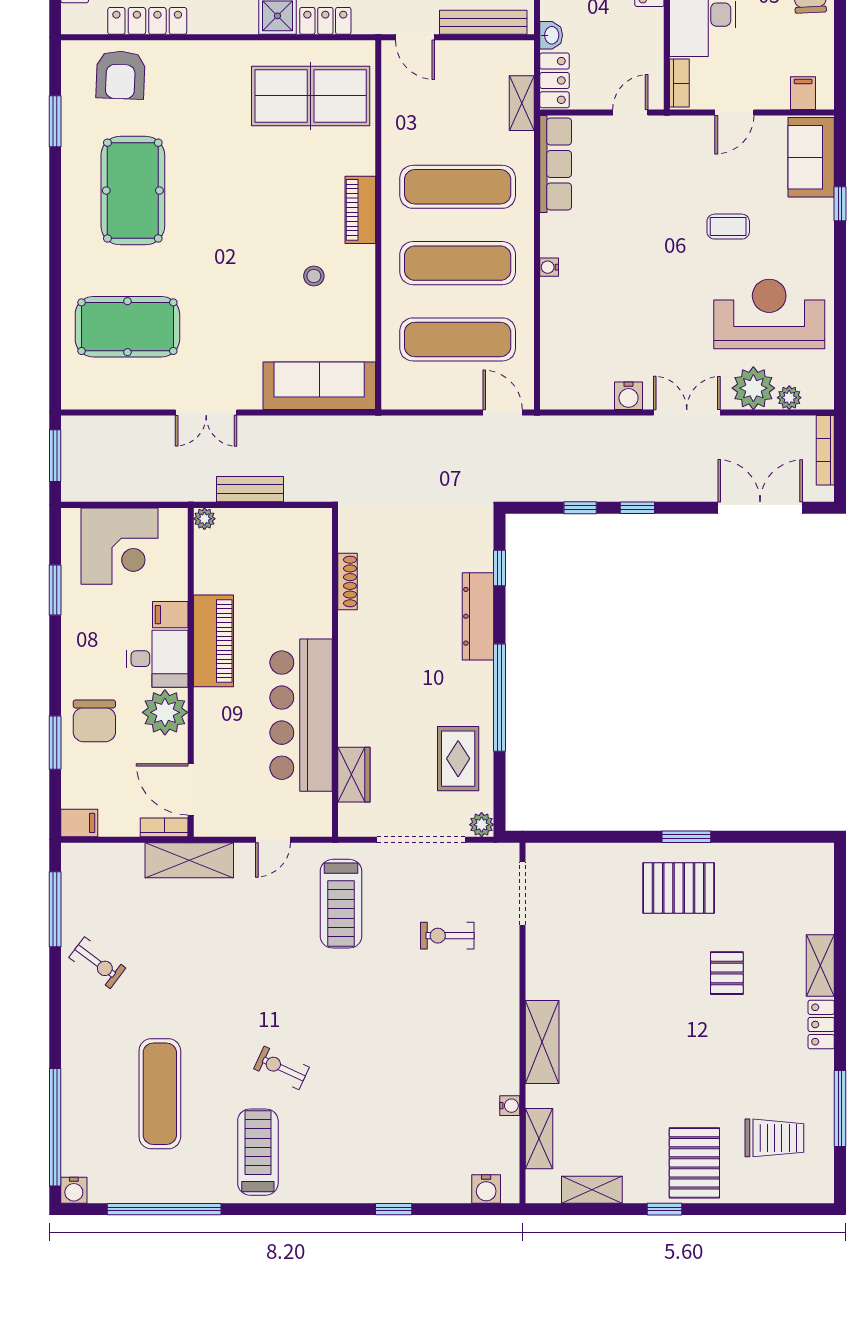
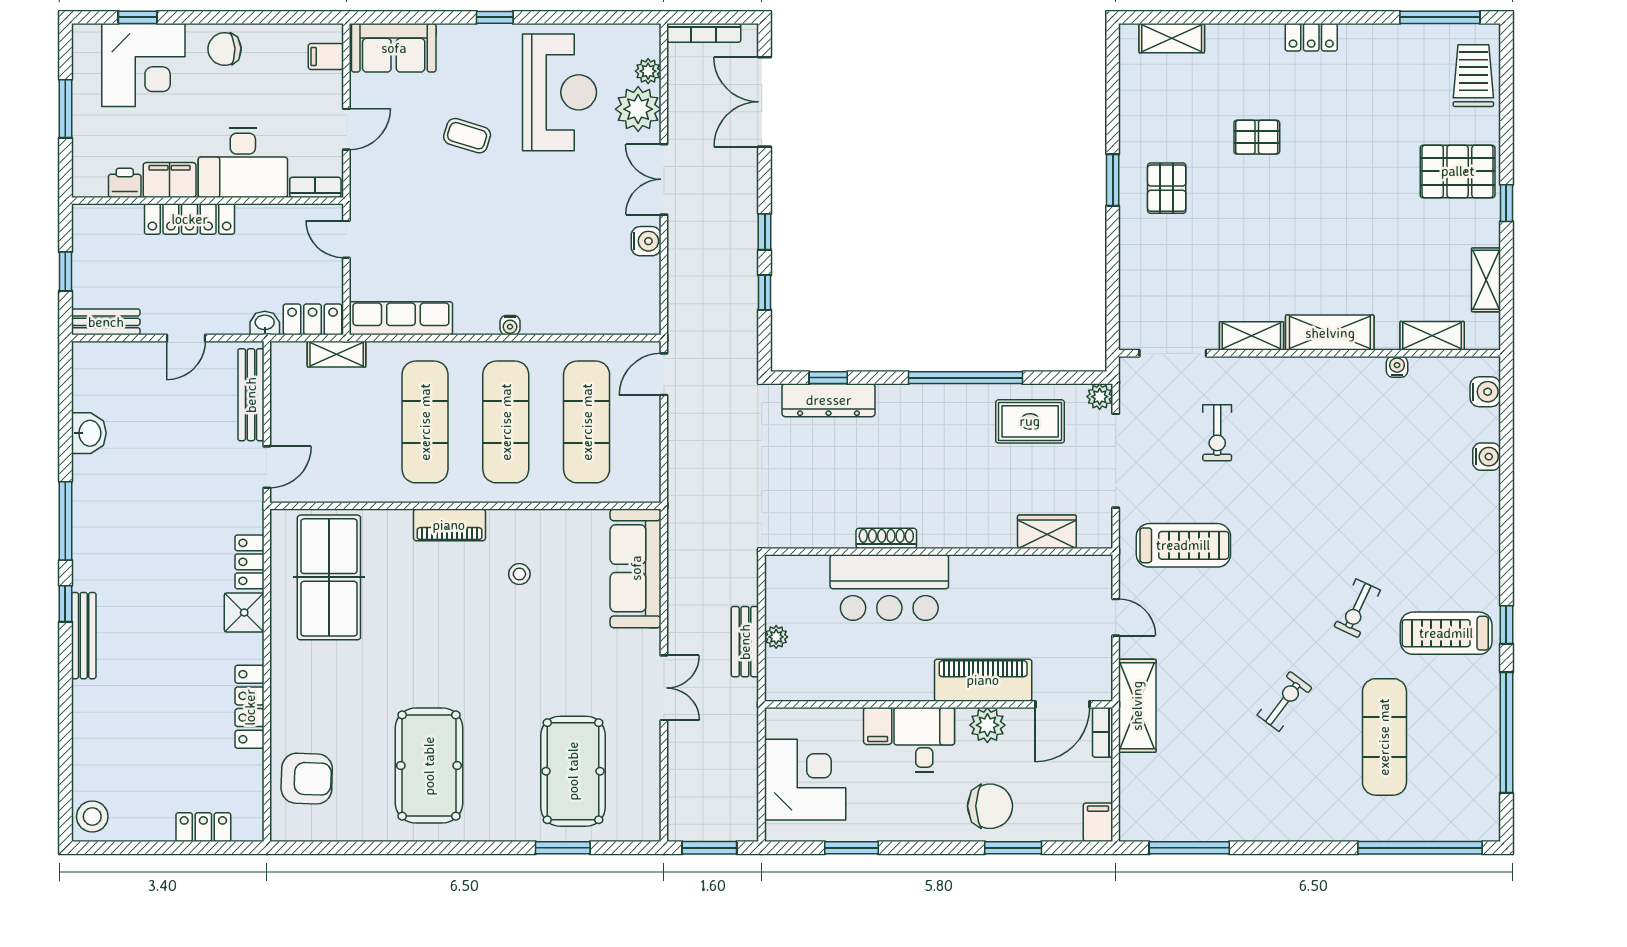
locker: (147, 21) -> (250, 707), moved
door: (734, 112) -> (346, 129), hinge flipped
window: (55, 121) -> (563, 848), moved
pool table: (133, 191) -> (429, 766), turned 90
window: (840, 204) -> (495, 17), moved
coffee table: (728, 227) -> (467, 136), turned -73
reception desk: (769, 314) -> (560, 92), turned 180
plant: (204, 519) -> (776, 637), moved
shoe rack: (348, 581) -> (886, 538), moved
dresser: (478, 616) -> (829, 400), moved
piano: (214, 641) -> (983, 680), moved
plant: (165, 712) -> (987, 725), width x0.73, depth x0.73
bar counter: (301, 715) -> (889, 588), moved, width x0.73
pallet: (679, 888) -> (1167, 188), width x0.67, depth x0.71
exercise bike: (97, 963) -> (1285, 701), moved
shelving: (820, 966) -> (1172, 38), moved
shelving: (539, 968) -> (1251, 336), added
exercise mat: (160, 1094) -> (1384, 737), turned 90
window: (840, 1109) -> (1440, 17), moved
trolley: (774, 1138) -> (1473, 76), moved
water cooler: (74, 1190) -> (1487, 457), moved
window: (394, 1209) -> (1506, 625), moved

